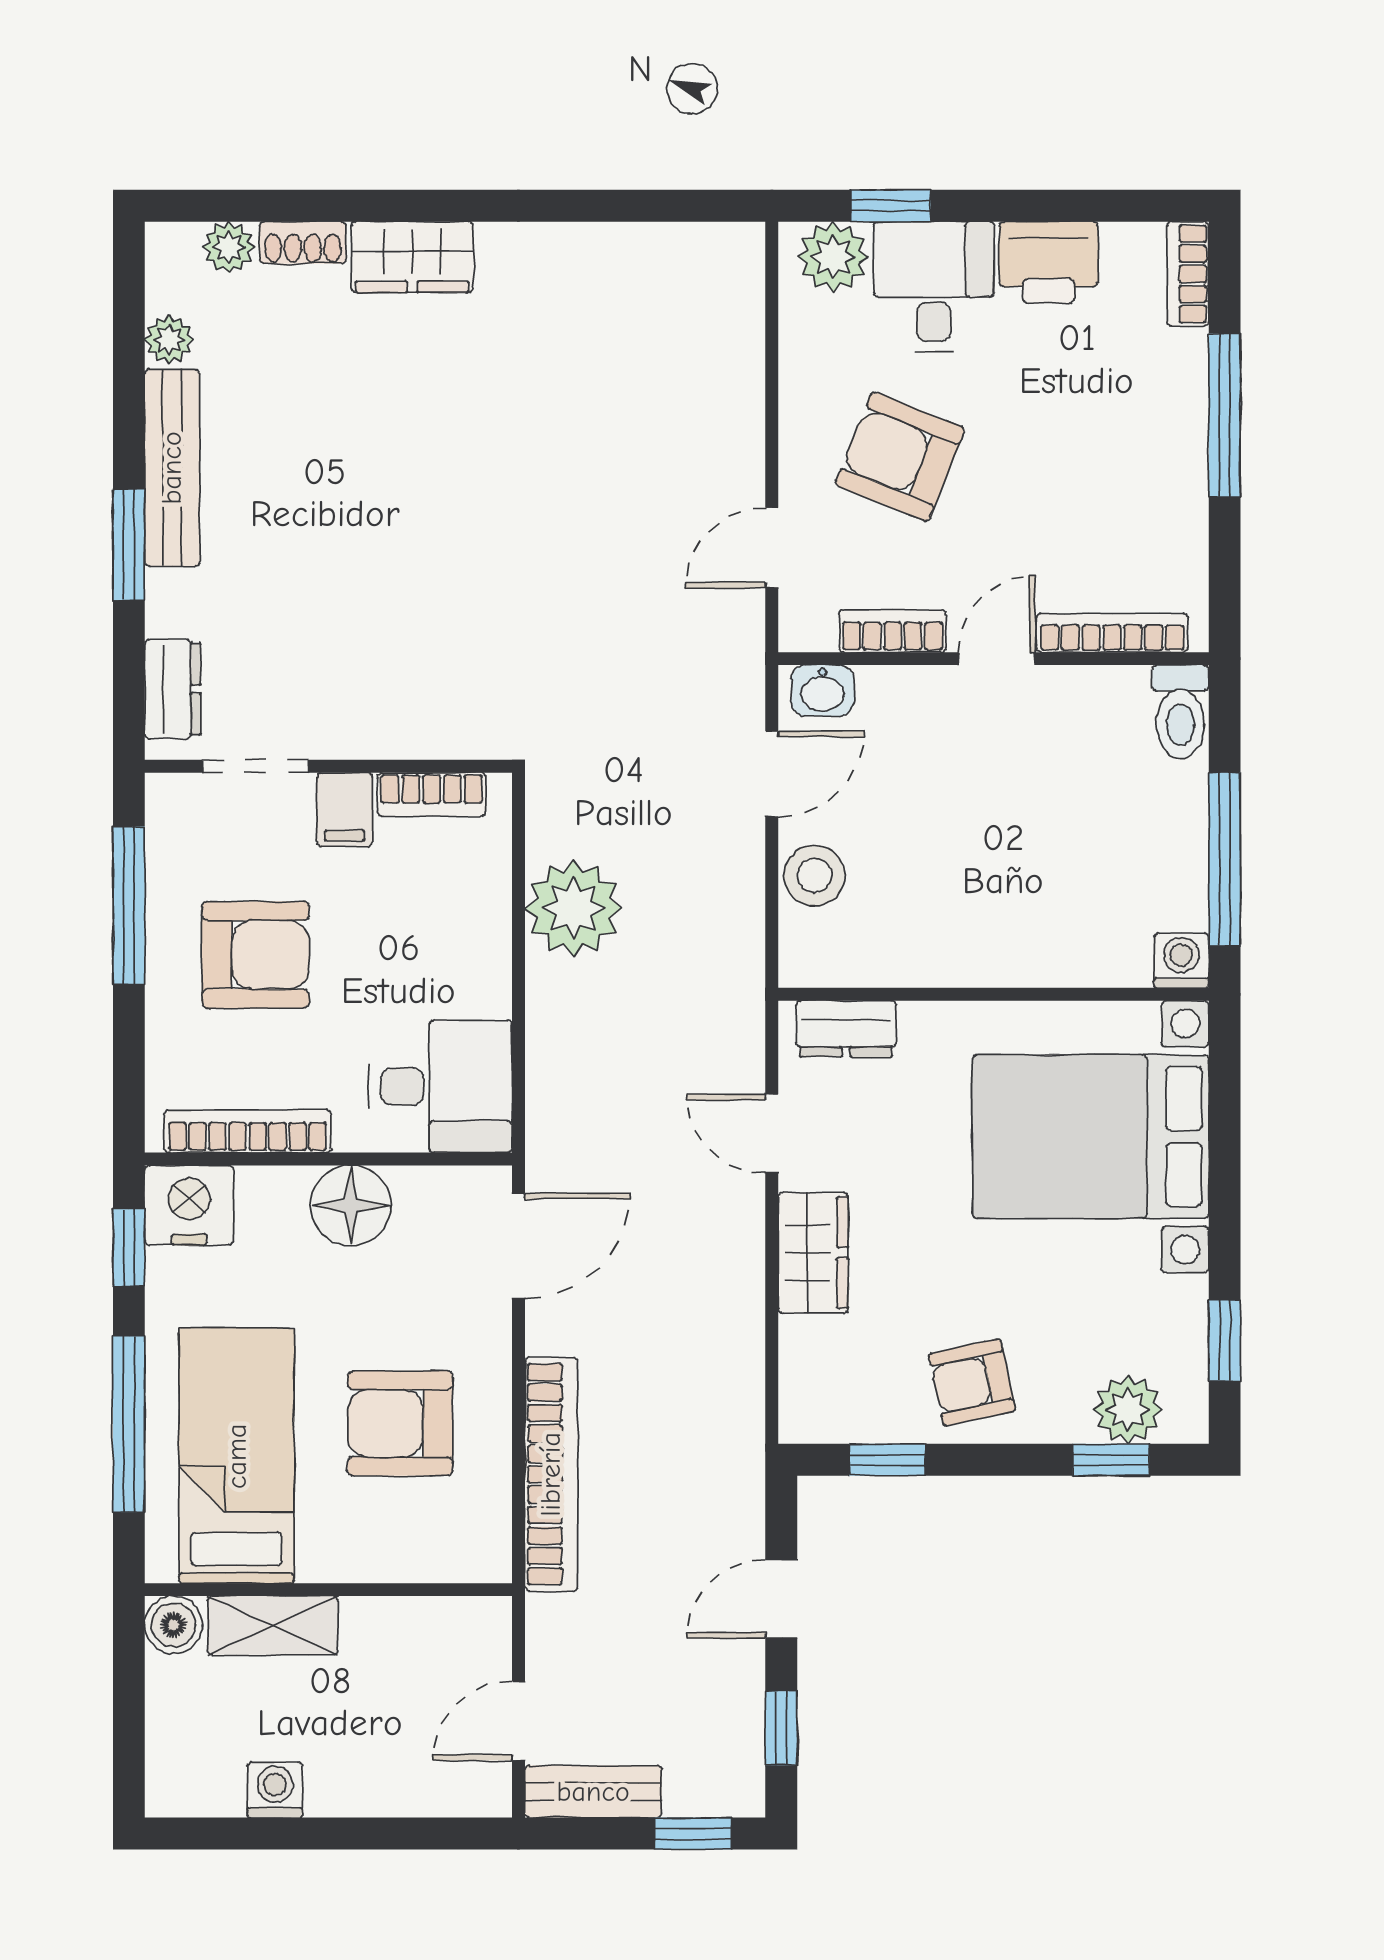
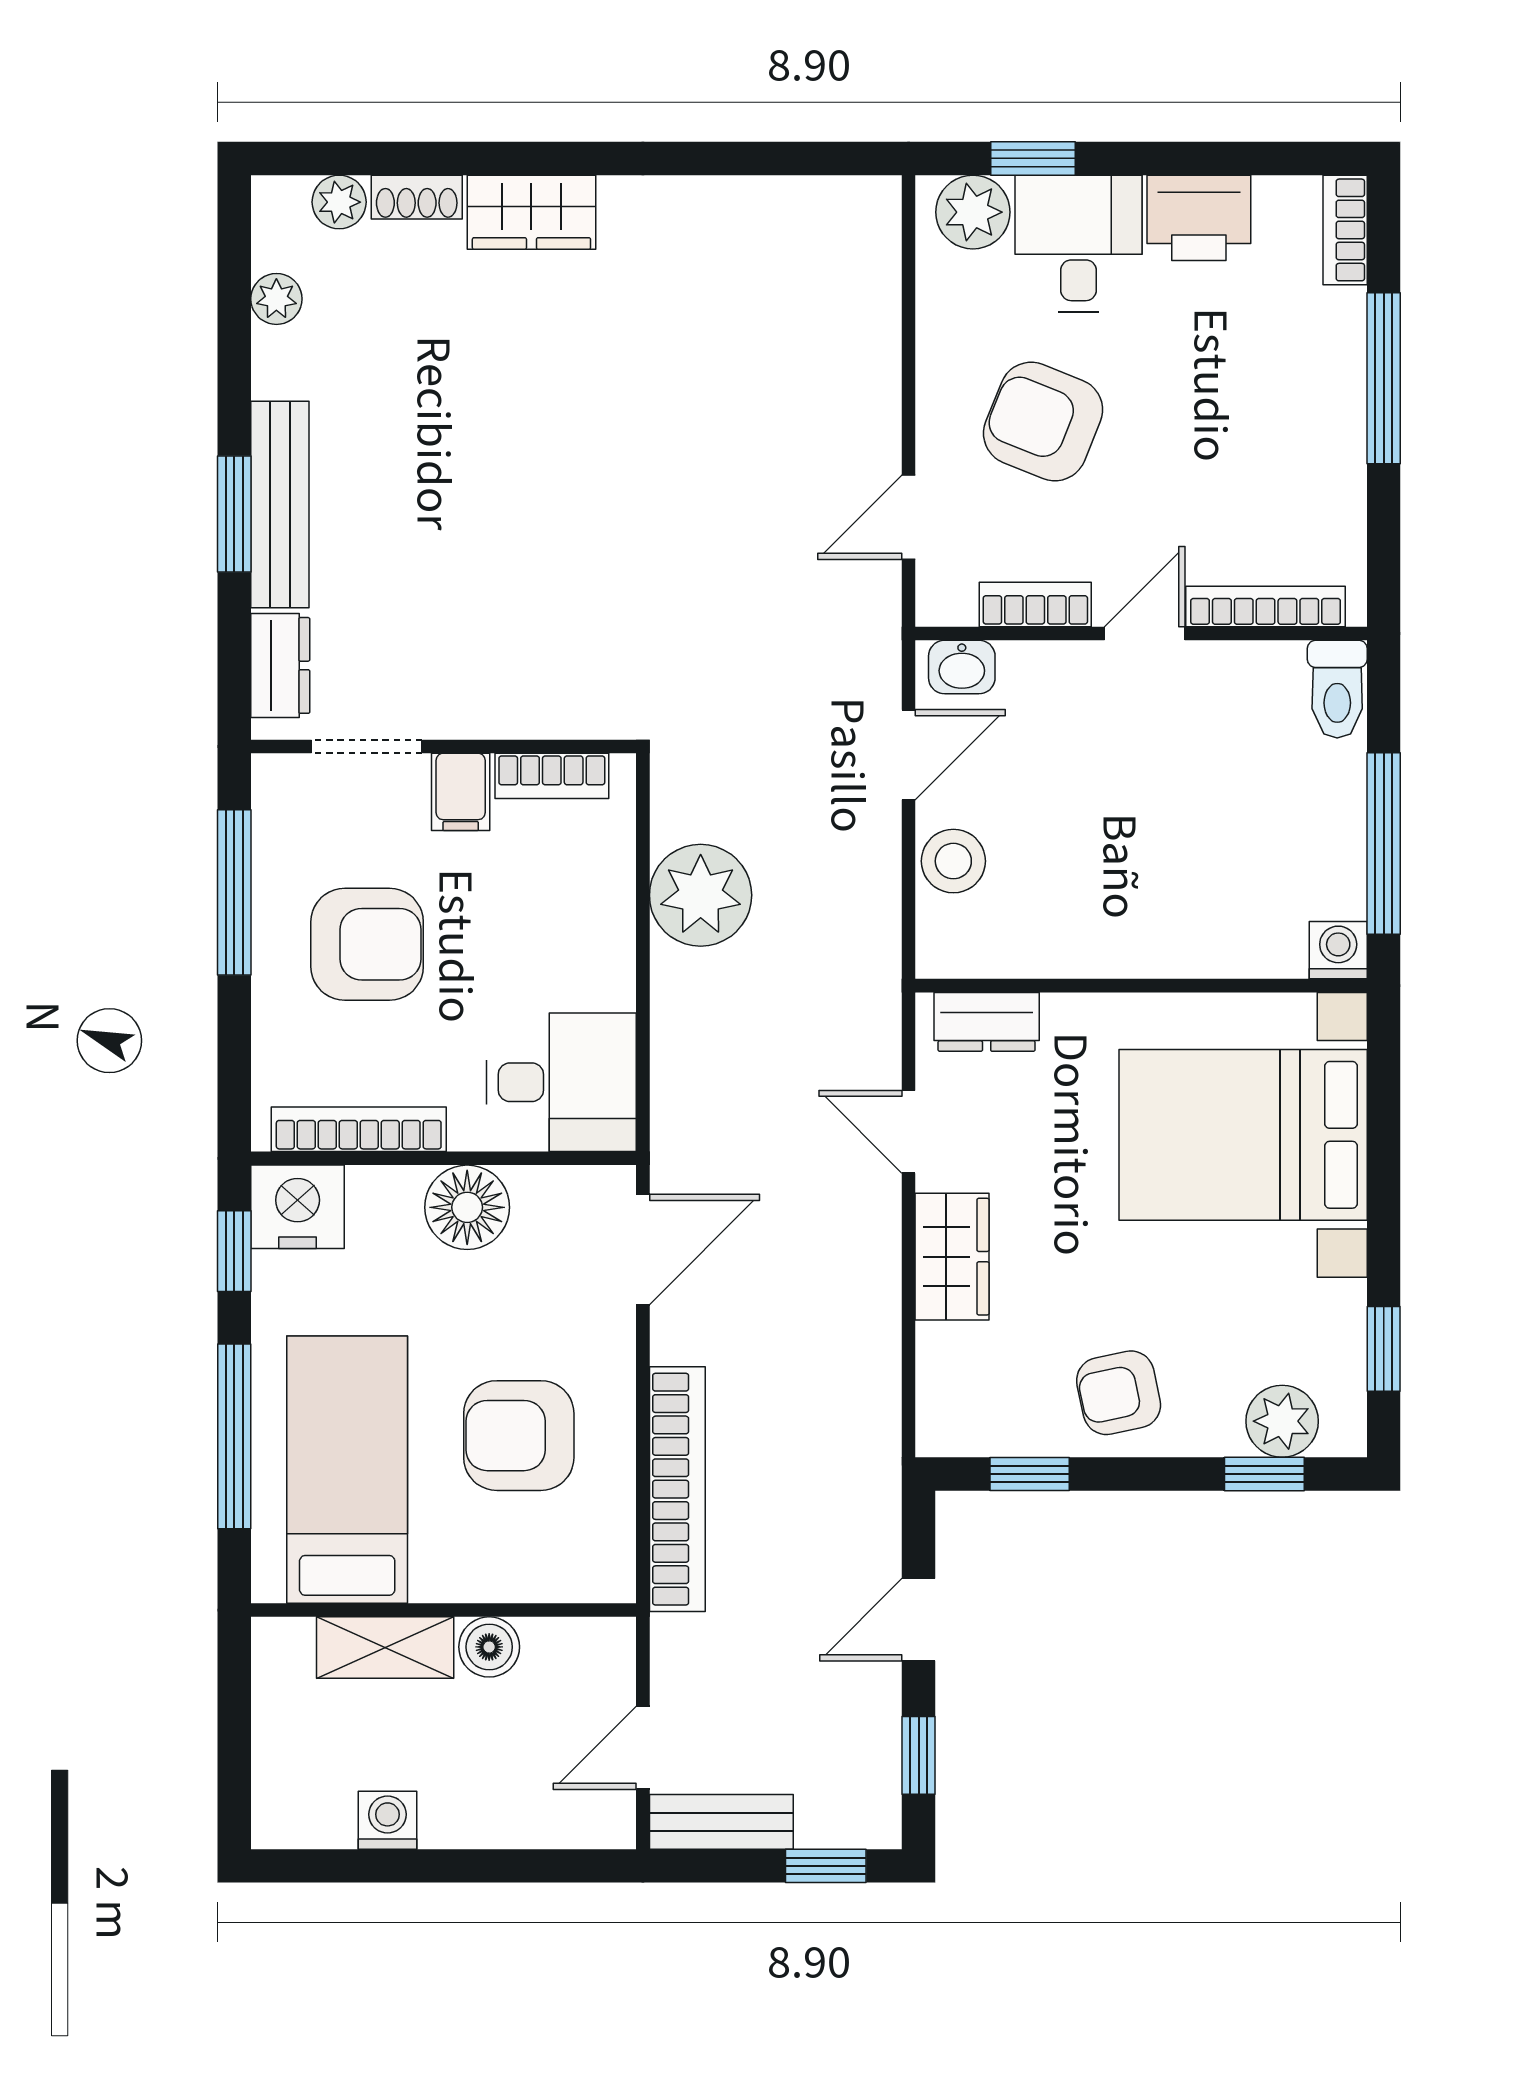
bench: (172, 468) -> (280, 505), moved
boiler: (174, 1625) -> (489, 1647), moved

